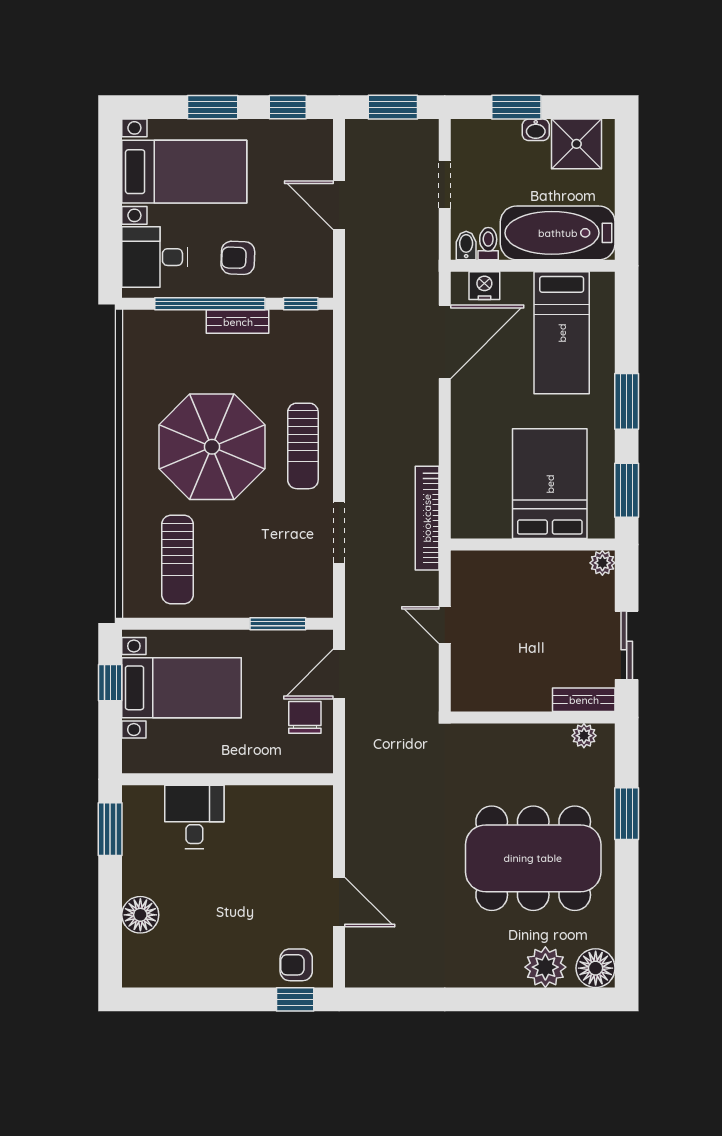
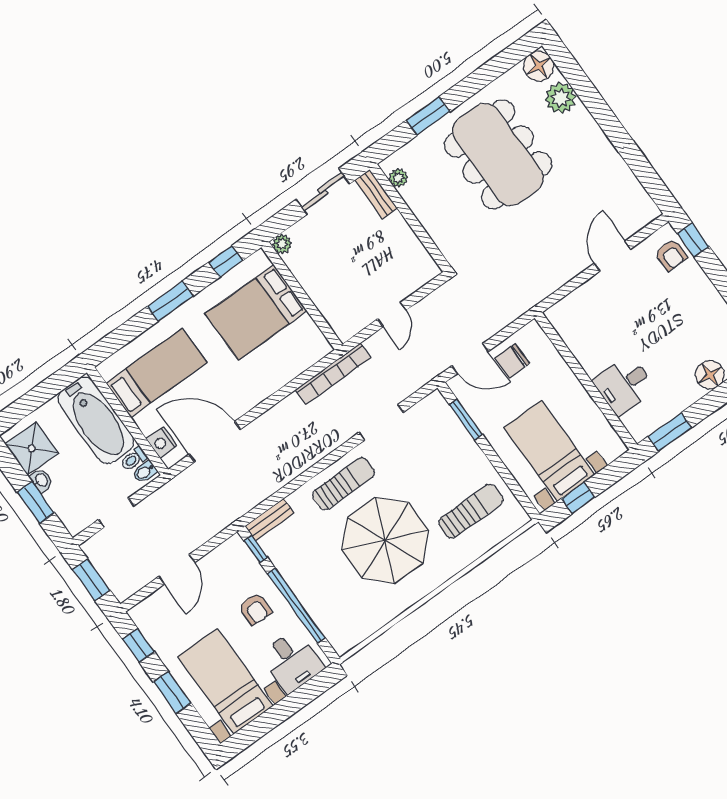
bench: (238, 322) -> (269, 520), moved, turned 90
window: (627, 490) -> (226, 261), width x0.67

